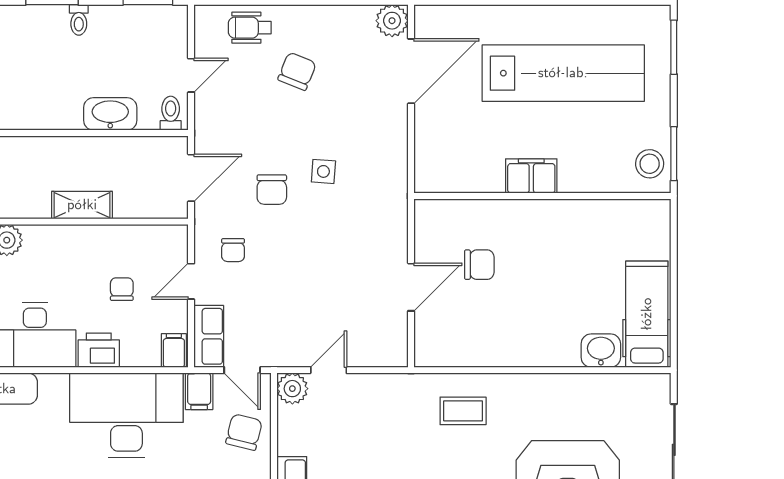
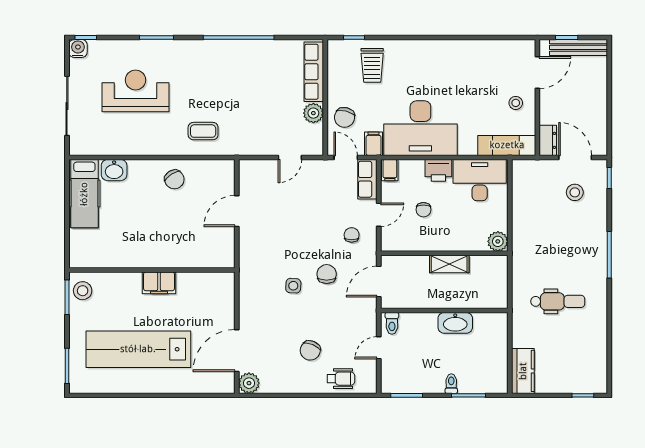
washbasin: (110, 114) -> (455, 323), moved
chair: (479, 265) -> (174, 179), moved, turned -123
plant: (292, 389) -> (313, 113), moved

